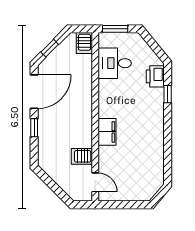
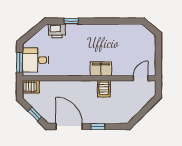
desk: (115, 63) -> (35, 60), moved, turned 90
server rack: (82, 156) -> (104, 89), moved

